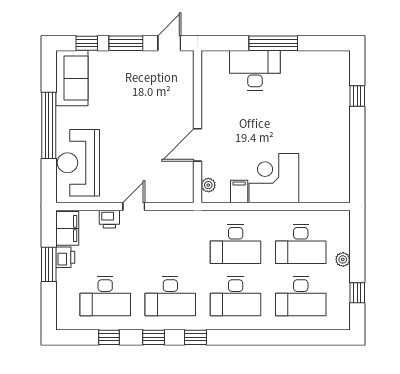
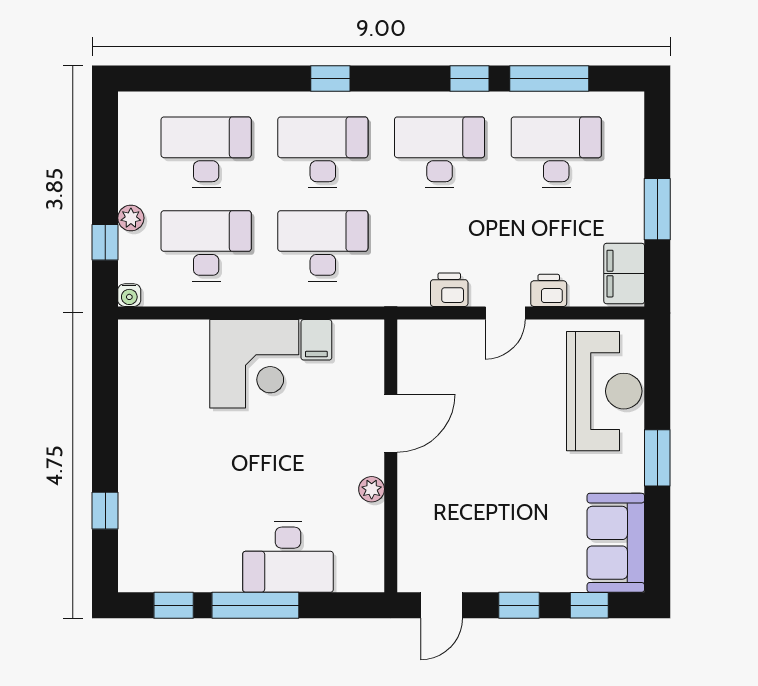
window: (126, 43) -> (519, 605), width x0.67
window: (319, 43) -> (174, 605), added
window: (49, 125) -> (657, 458), width x0.47
plant: (208, 185) -> (372, 489), moved
water cooler: (344, 216) -> (129, 295), added
printer: (65, 257) -> (449, 290), moved, turned 90
window: (357, 293) -> (105, 242), moved
window: (109, 337) -> (549, 79), width x2.17
window: (195, 337) -> (330, 79), moved

